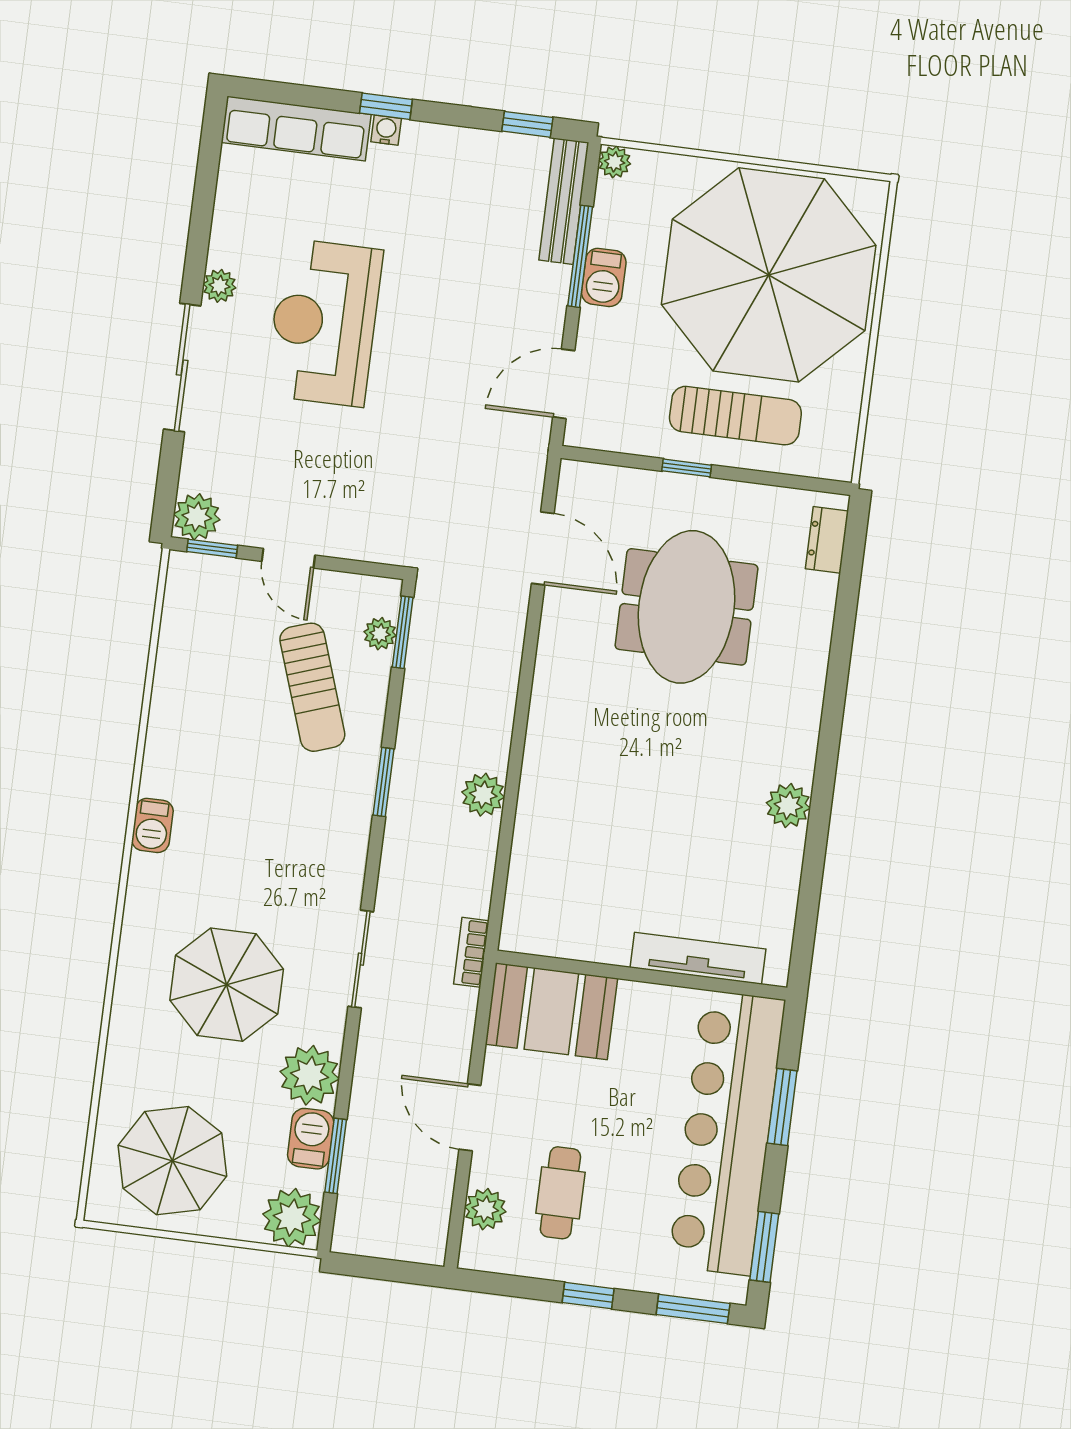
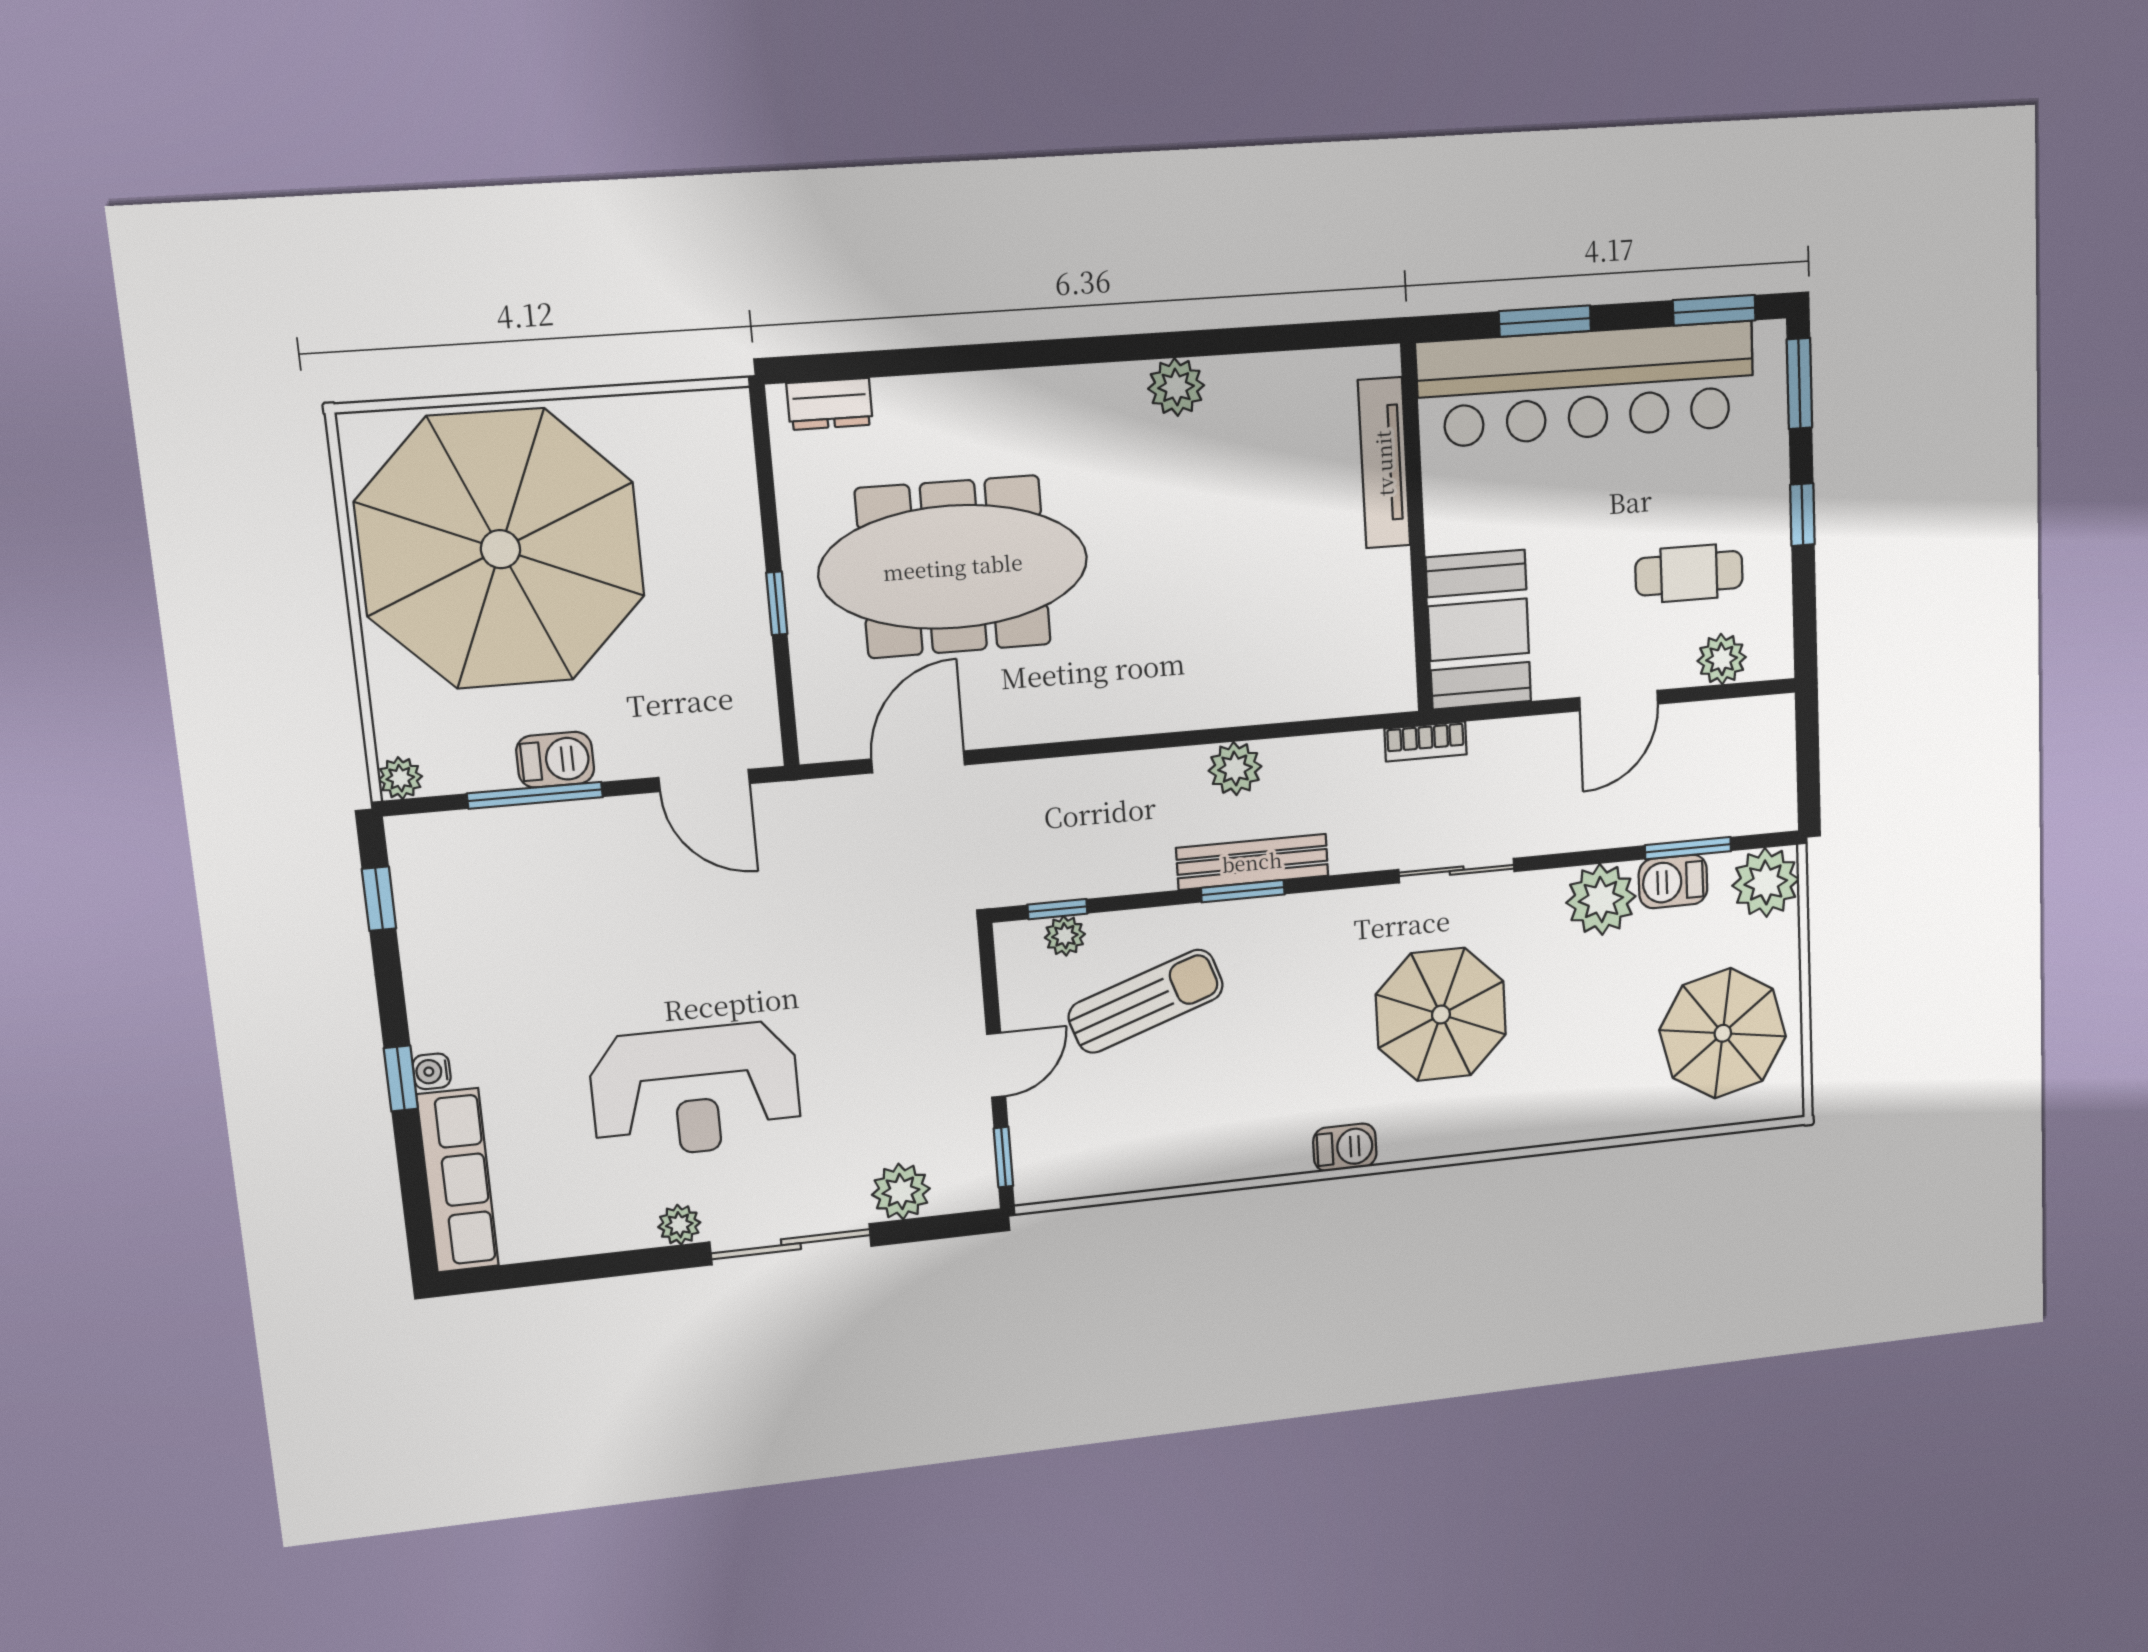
bench: (564, 201) -> (1252, 862), moved
sun lounger: (735, 416) -> (695, 555), removed
plant: (197, 517) -> (901, 1192), moved
meeting table: (686, 607) -> (953, 567), width x1.36
window: (403, 632) -> (1057, 909), width x0.67
parasol: (227, 985) -> (1441, 1014), moved

